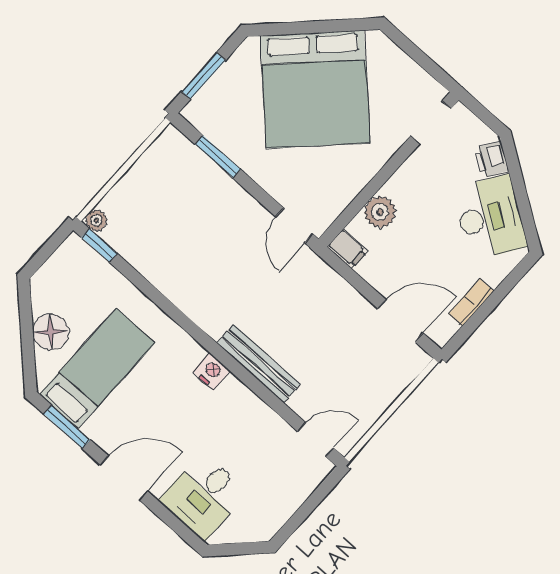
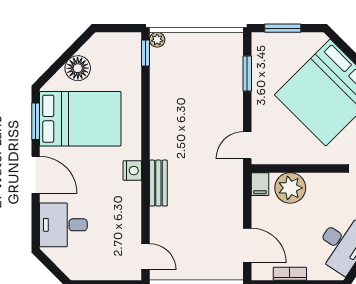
plant: (380, 212) -> (290, 188), width x1.36, depth x1.36
bench: (259, 364) -> (158, 183), width x0.73
bed: (97, 369) -> (80, 119), width x1.50

